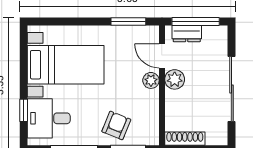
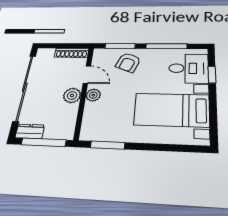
dresser: (187, 34) -> (30, 131), moved
door: (162, 56) -> (87, 75), moved
sliding door: (232, 89) -> (25, 87), width x1.36

